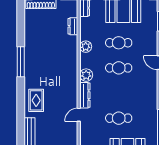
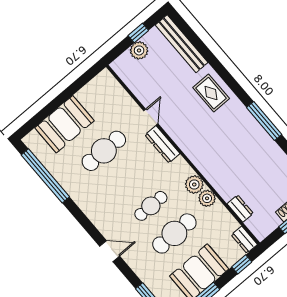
cafe table: (119, 43) -> (174, 233), width x1.37, depth x1.35
plant: (86, 75) -> (194, 184), moved
cafe table: (119, 118) -> (104, 151), width x1.37, depth x1.35

